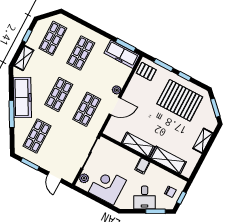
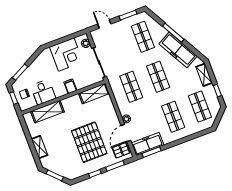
pallet: (180, 100) -> (89, 142), moved, turned 90
door: (115, 106) -> (126, 133), moved
shelving: (138, 145) -> (94, 94), moved
filing cabinet: (142, 166) -> (70, 86), moved
desk: (145, 198) -> (43, 92), moved, turned -153

